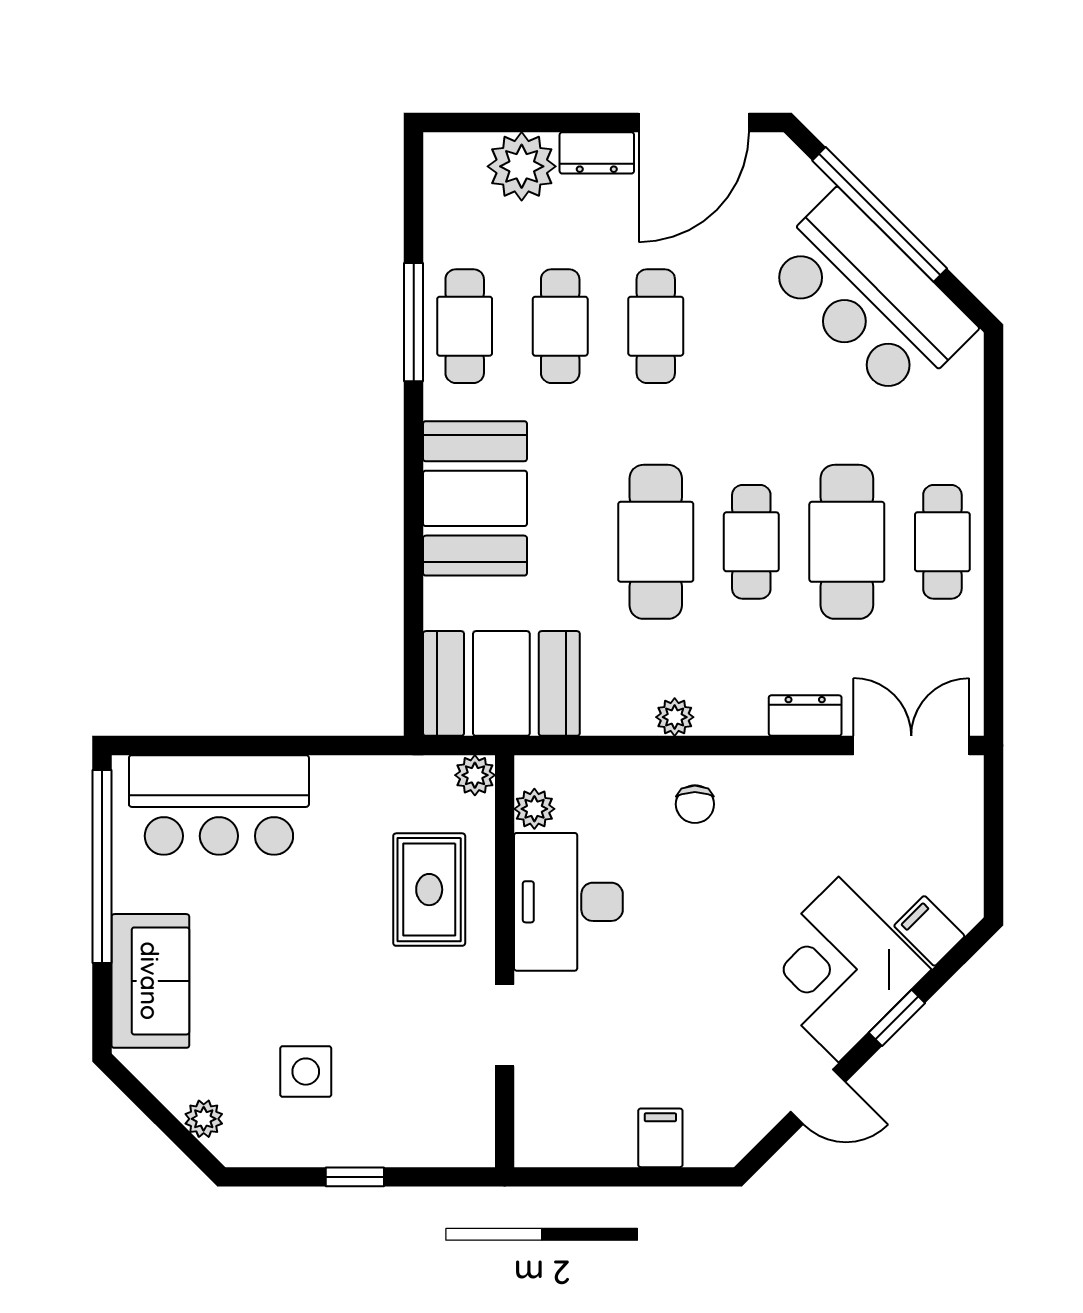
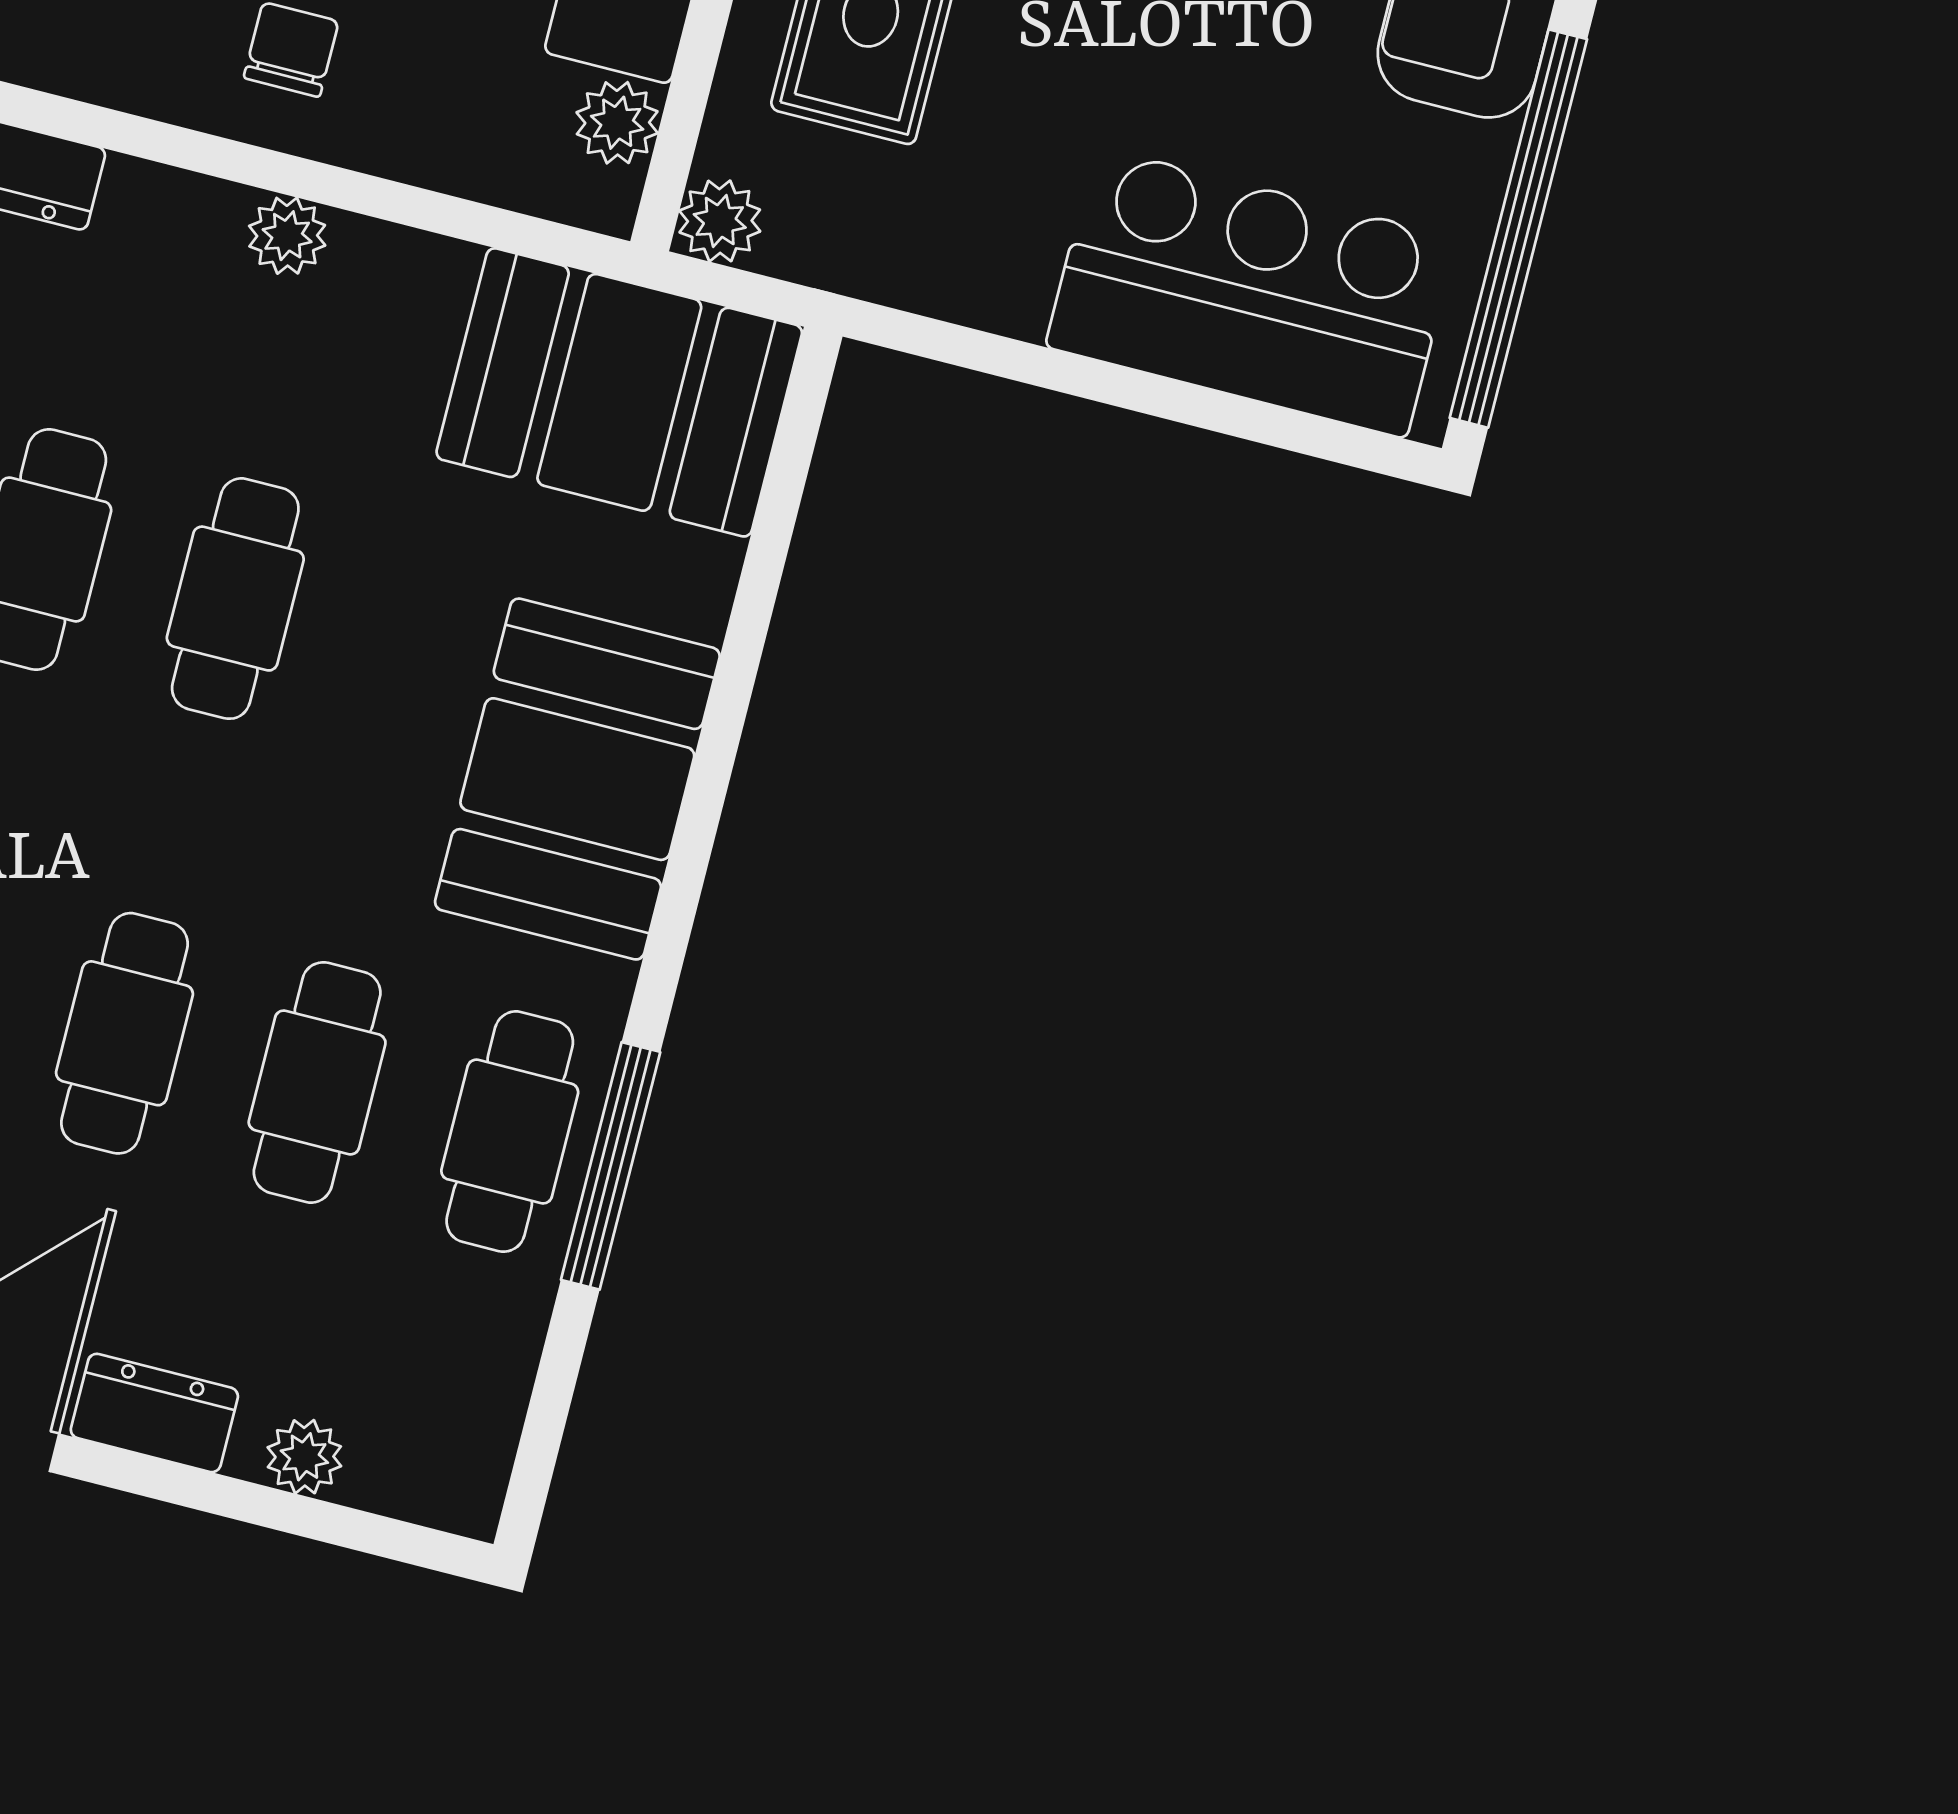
plant: (522, 166) -> (304, 1457), width x0.53, depth x0.53
cafe table: (656, 542) -> (235, 599), width x0.73, depth x0.74

